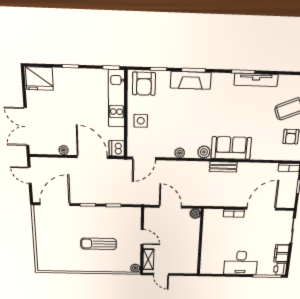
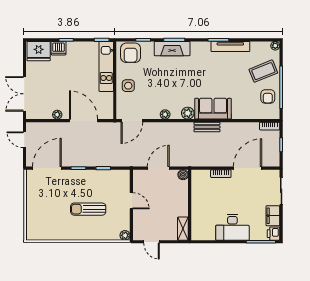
dishwasher: (117, 148) -> (59, 48), moved, turned -90
door: (170, 207) -> (158, 168), hinge flipped
shelving: (148, 259) -> (183, 229), moved

